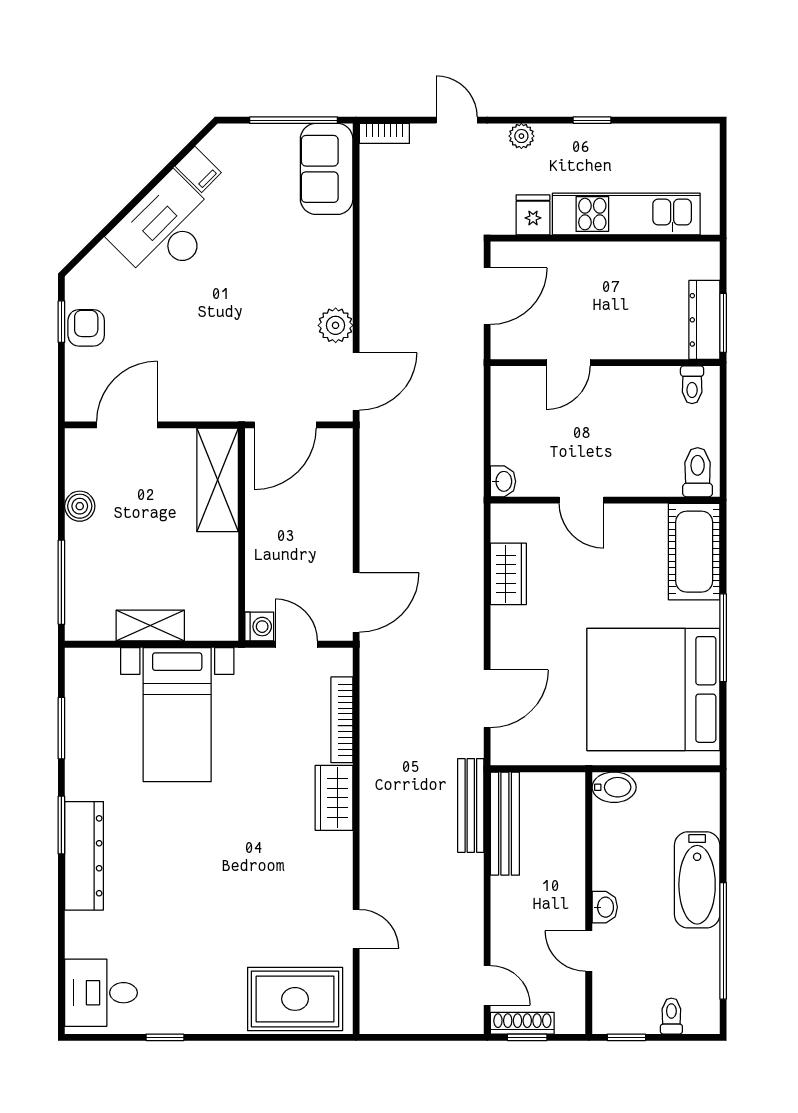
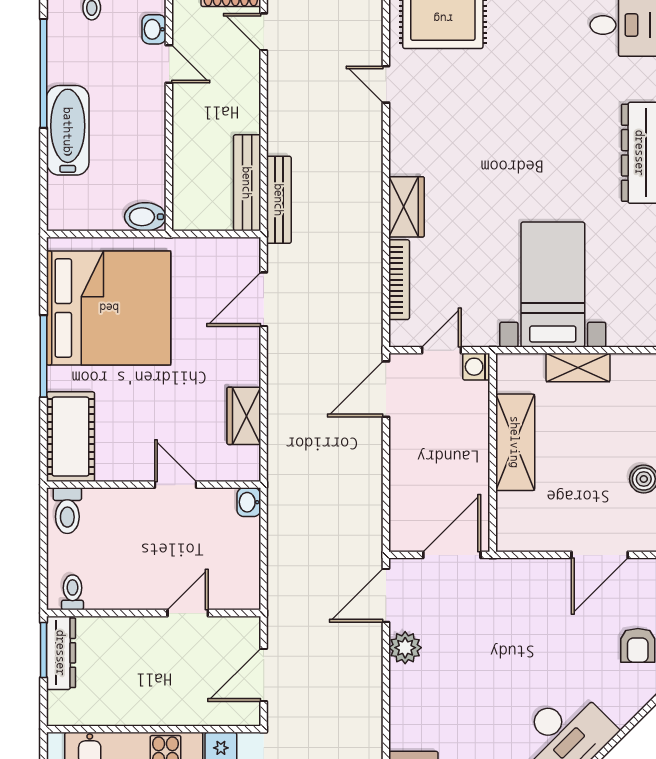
shelving: (218, 480) -> (515, 442), moved
door: (296, 644) -> (442, 350), swing flipped
washbasin: (605, 907) -> (154, 29), moved

